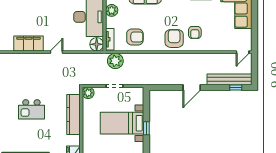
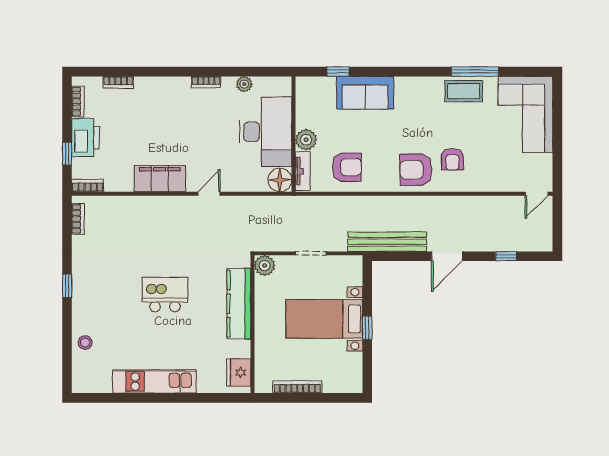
plant: (112, 10) -> (306, 140), moved
armchair: (174, 38) -> (416, 170), turned -90
plant: (115, 61) -> (313, 209), removed
bench: (230, 79) -> (387, 242), moved
window: (236, 88) -> (506, 256), moved
kitchen island: (31, 109) -> (165, 295), turned 180

